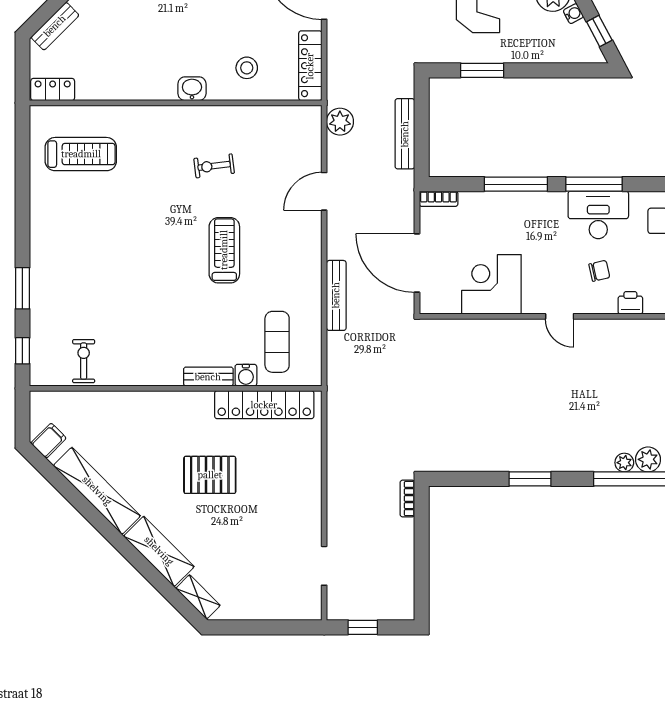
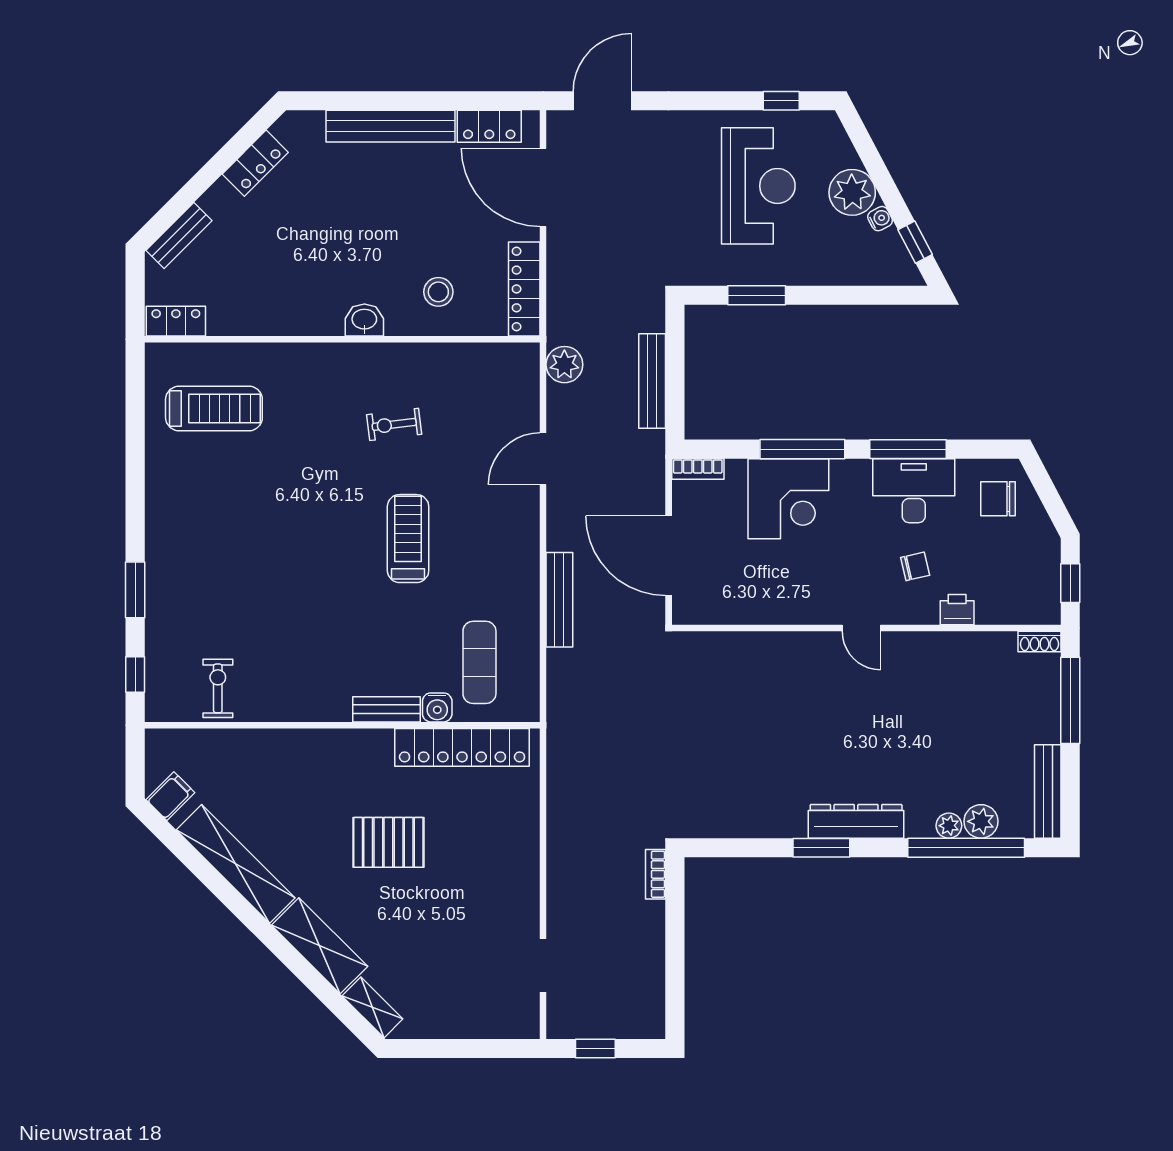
corner desk: (491, 284) -> (788, 499), moved, turned 180
dresser: (556, 459) -> (856, 821), added

